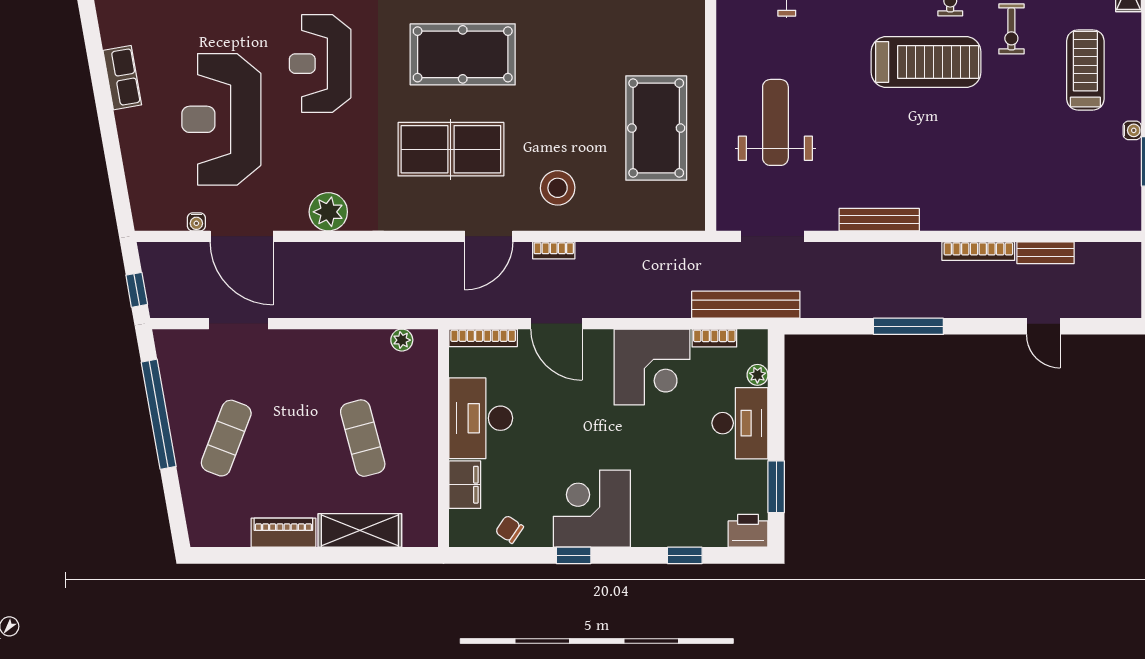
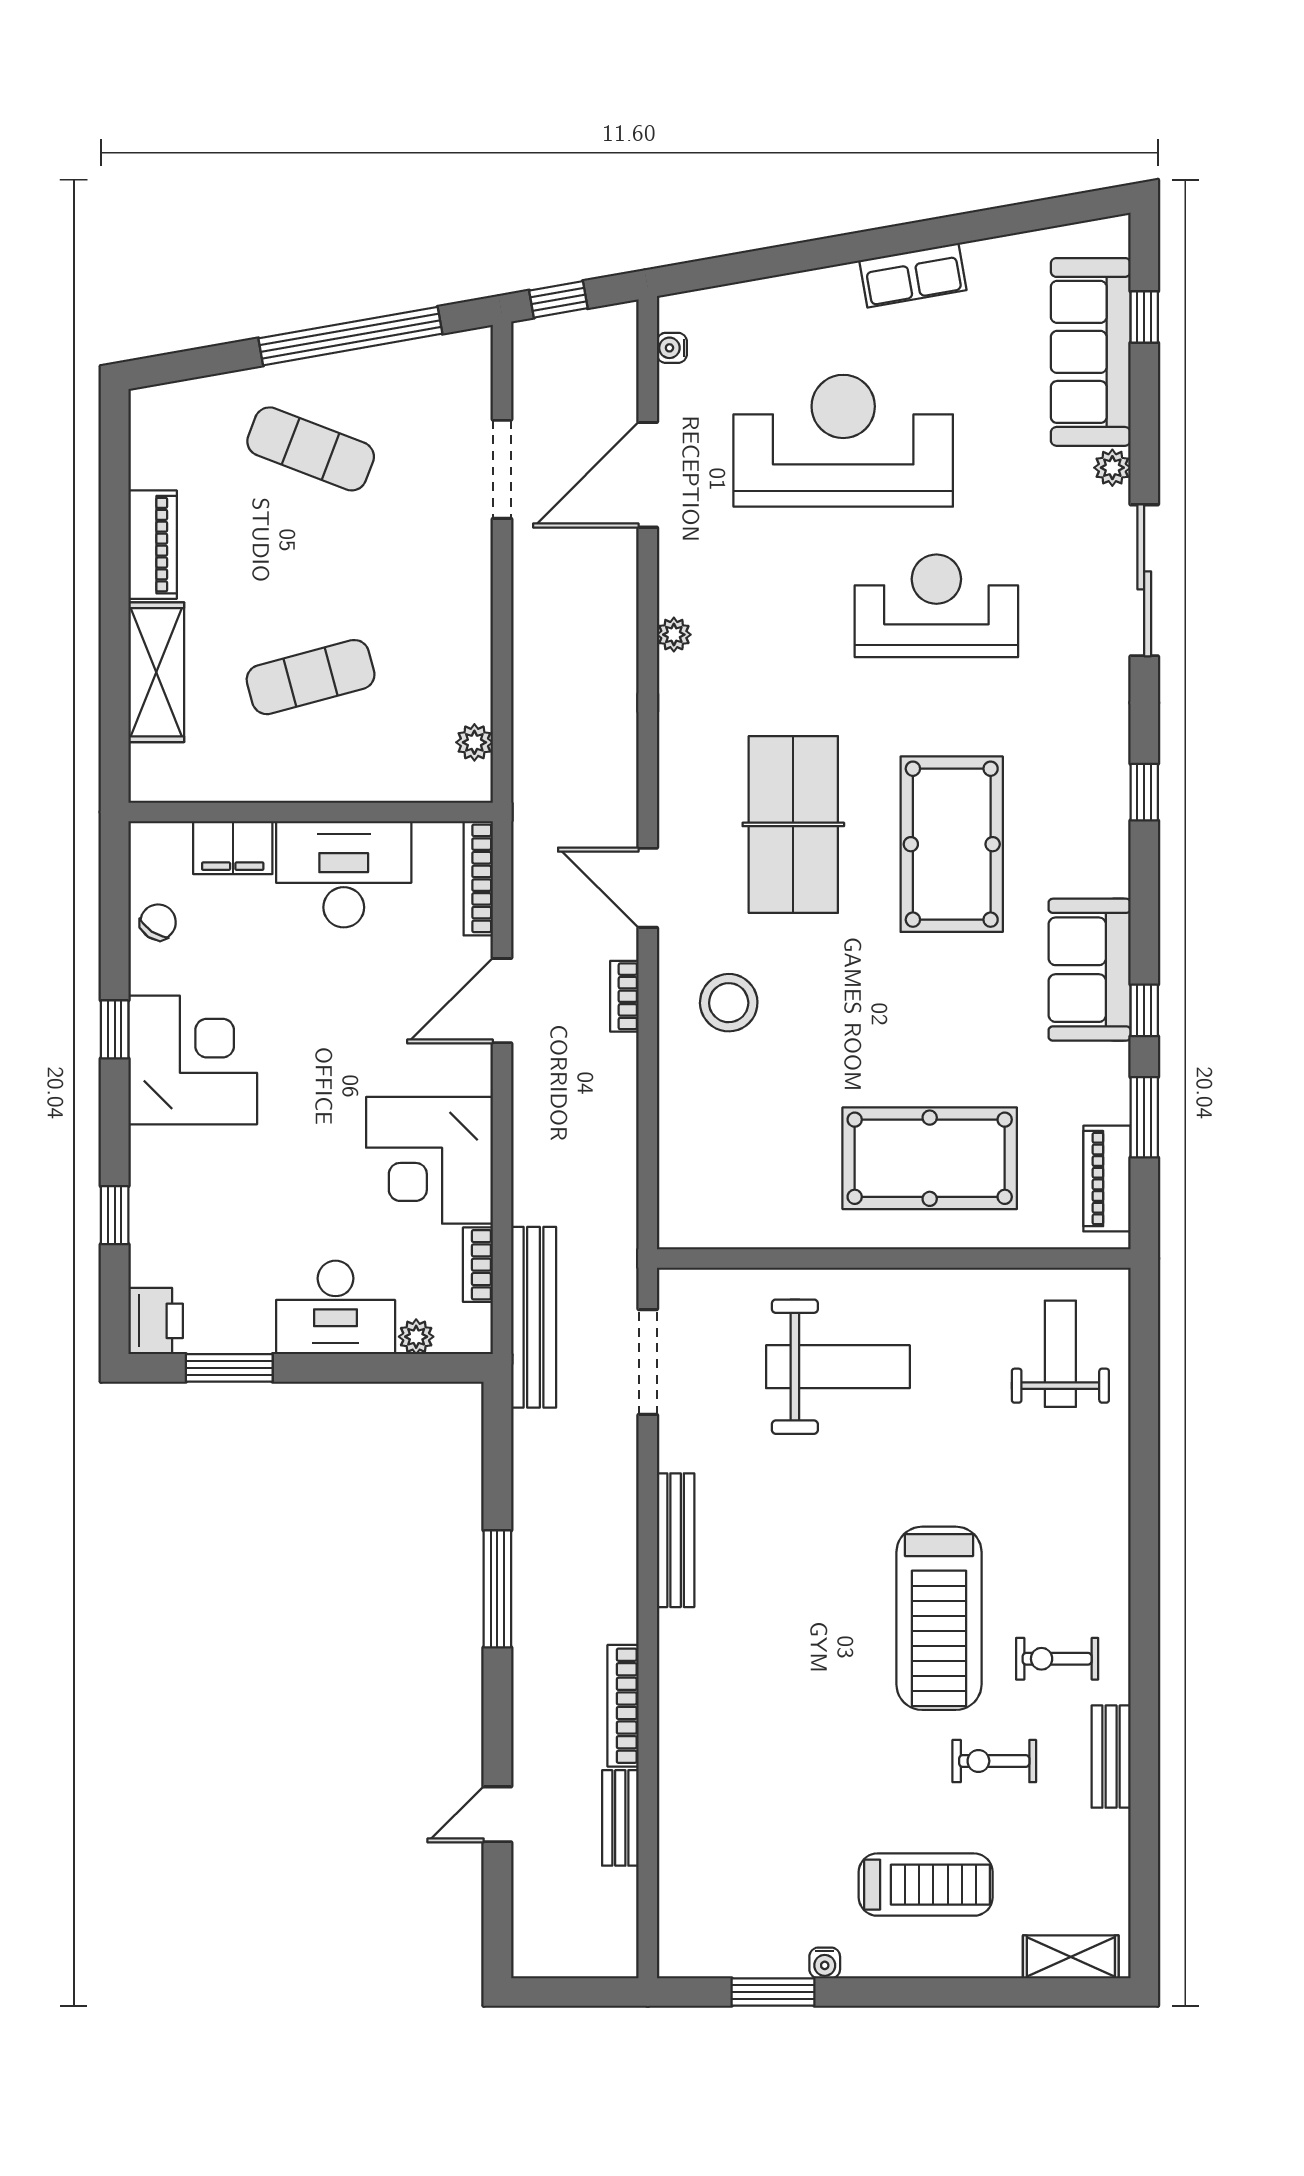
pool table: (656, 128) -> (930, 1158), moved
plant: (328, 212) -> (674, 635), width x0.53, depth x0.53
water cooler: (196, 222) -> (672, 348), moved

